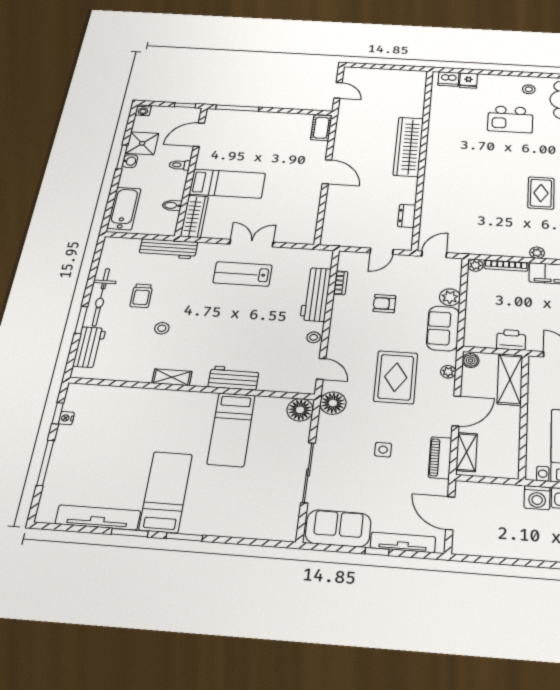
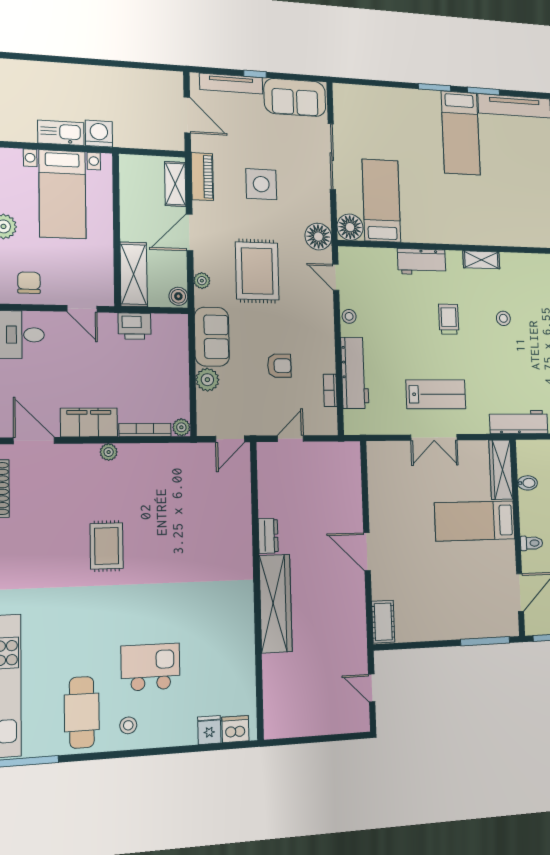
dresser: (407, 216) -> (268, 536), moved
trolley: (141, 296) -> (449, 319), moved
bed: (231, 429) -> (381, 201), moved
side table: (383, 450) -> (261, 184), width x1.87, depth x1.87

